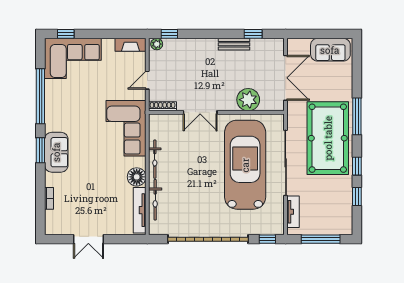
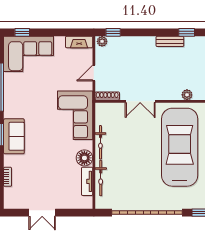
plant: (248, 100) -> (187, 95), width x0.53, depth x0.53
tv unit: (140, 210) -> (87, 181), width x0.71

